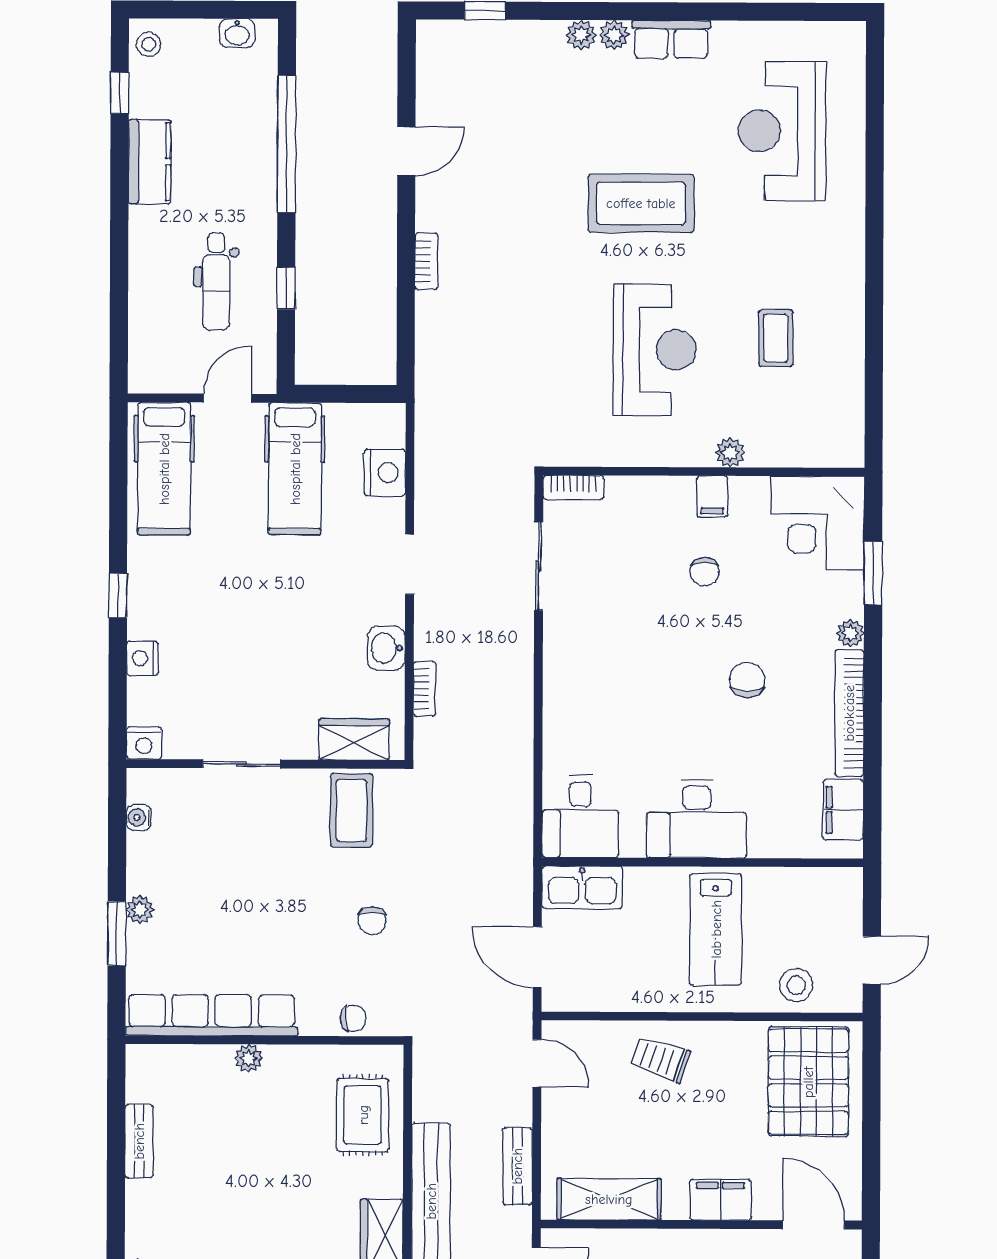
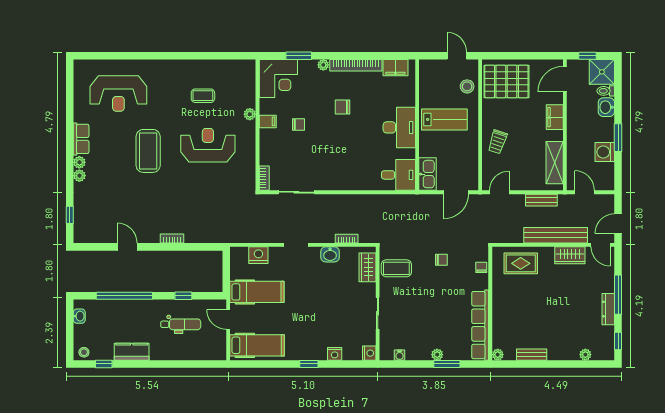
plant: (249, 1058) -> (498, 355), moved

